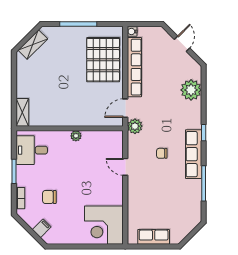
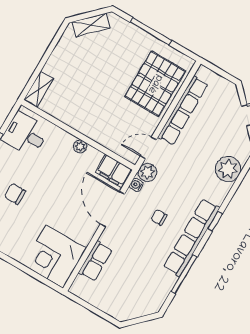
water cooler: (132, 31) -> (136, 185), moved
filing cabinet: (110, 139) -> (114, 171), added
row of seats: (194, 154) -> (191, 238), width x1.36
door: (125, 167) -> (113, 209), width x1.87
row of seats: (154, 237) -> (95, 261), moved, turned 90

